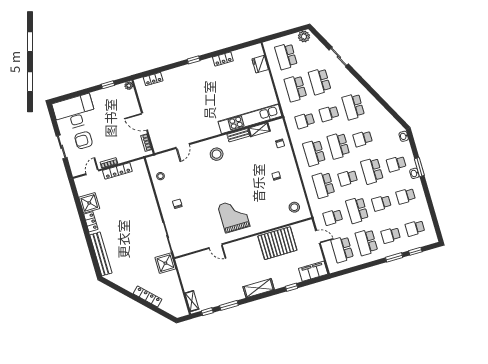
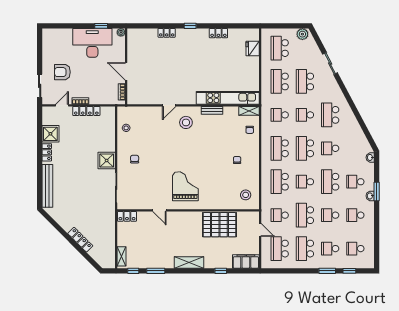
locker: (153, 79) -> (167, 33), moved
desk: (74, 112) -> (92, 43), moved
shelving: (259, 130) -> (249, 111), moved
door: (183, 146) -> (169, 105), moved
sliding door: (62, 147) -> (40, 86), moved
locker: (186, 261) -> (127, 216), added
shower: (165, 263) -> (107, 160), moved

